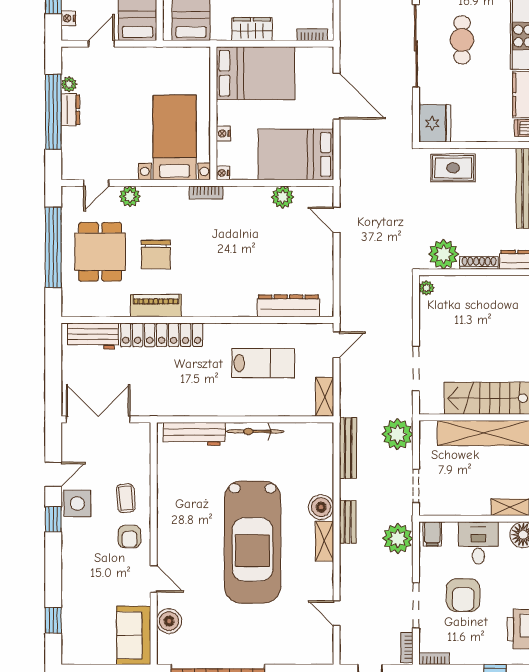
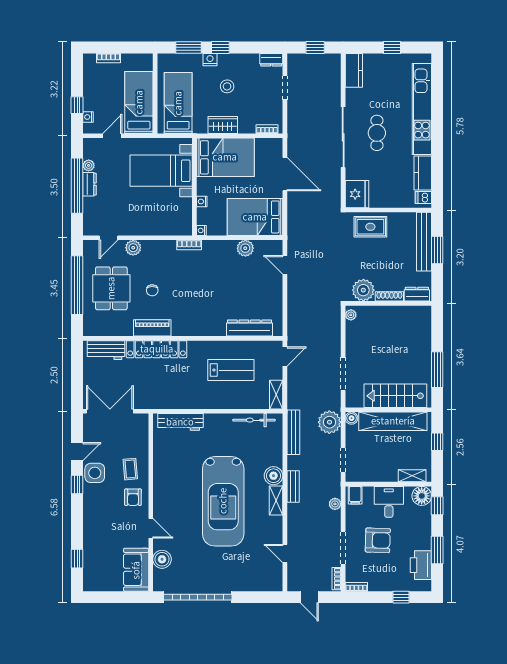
bed with nightstands: (174, 137) -> (161, 171), moved, turned -90
chair: (156, 255) -> (152, 290), width x0.54, depth x0.54
boiler: (427, 429) -> (351, 418), added
bicycle: (255, 431) -> (254, 420), moved
plant: (398, 539) -> (335, 504), width x0.53, depth x0.53
armchair: (463, 595) -> (378, 540), turned -88

